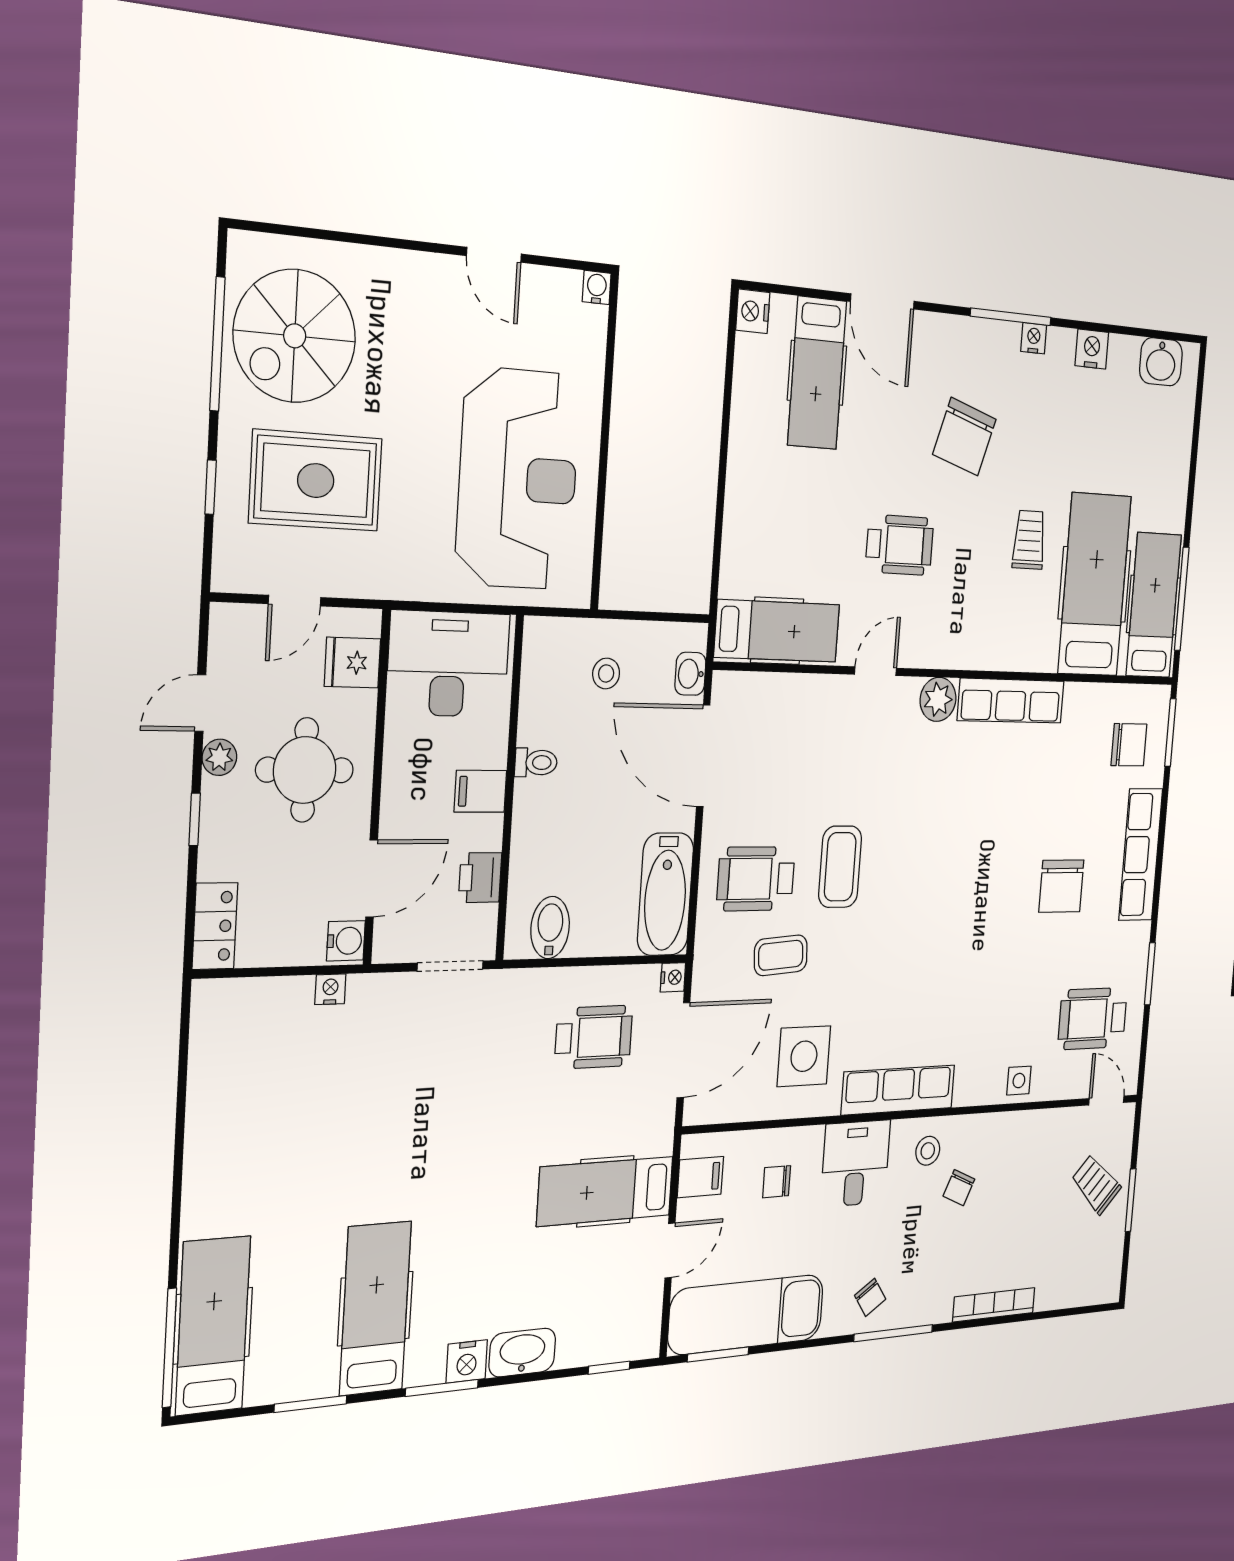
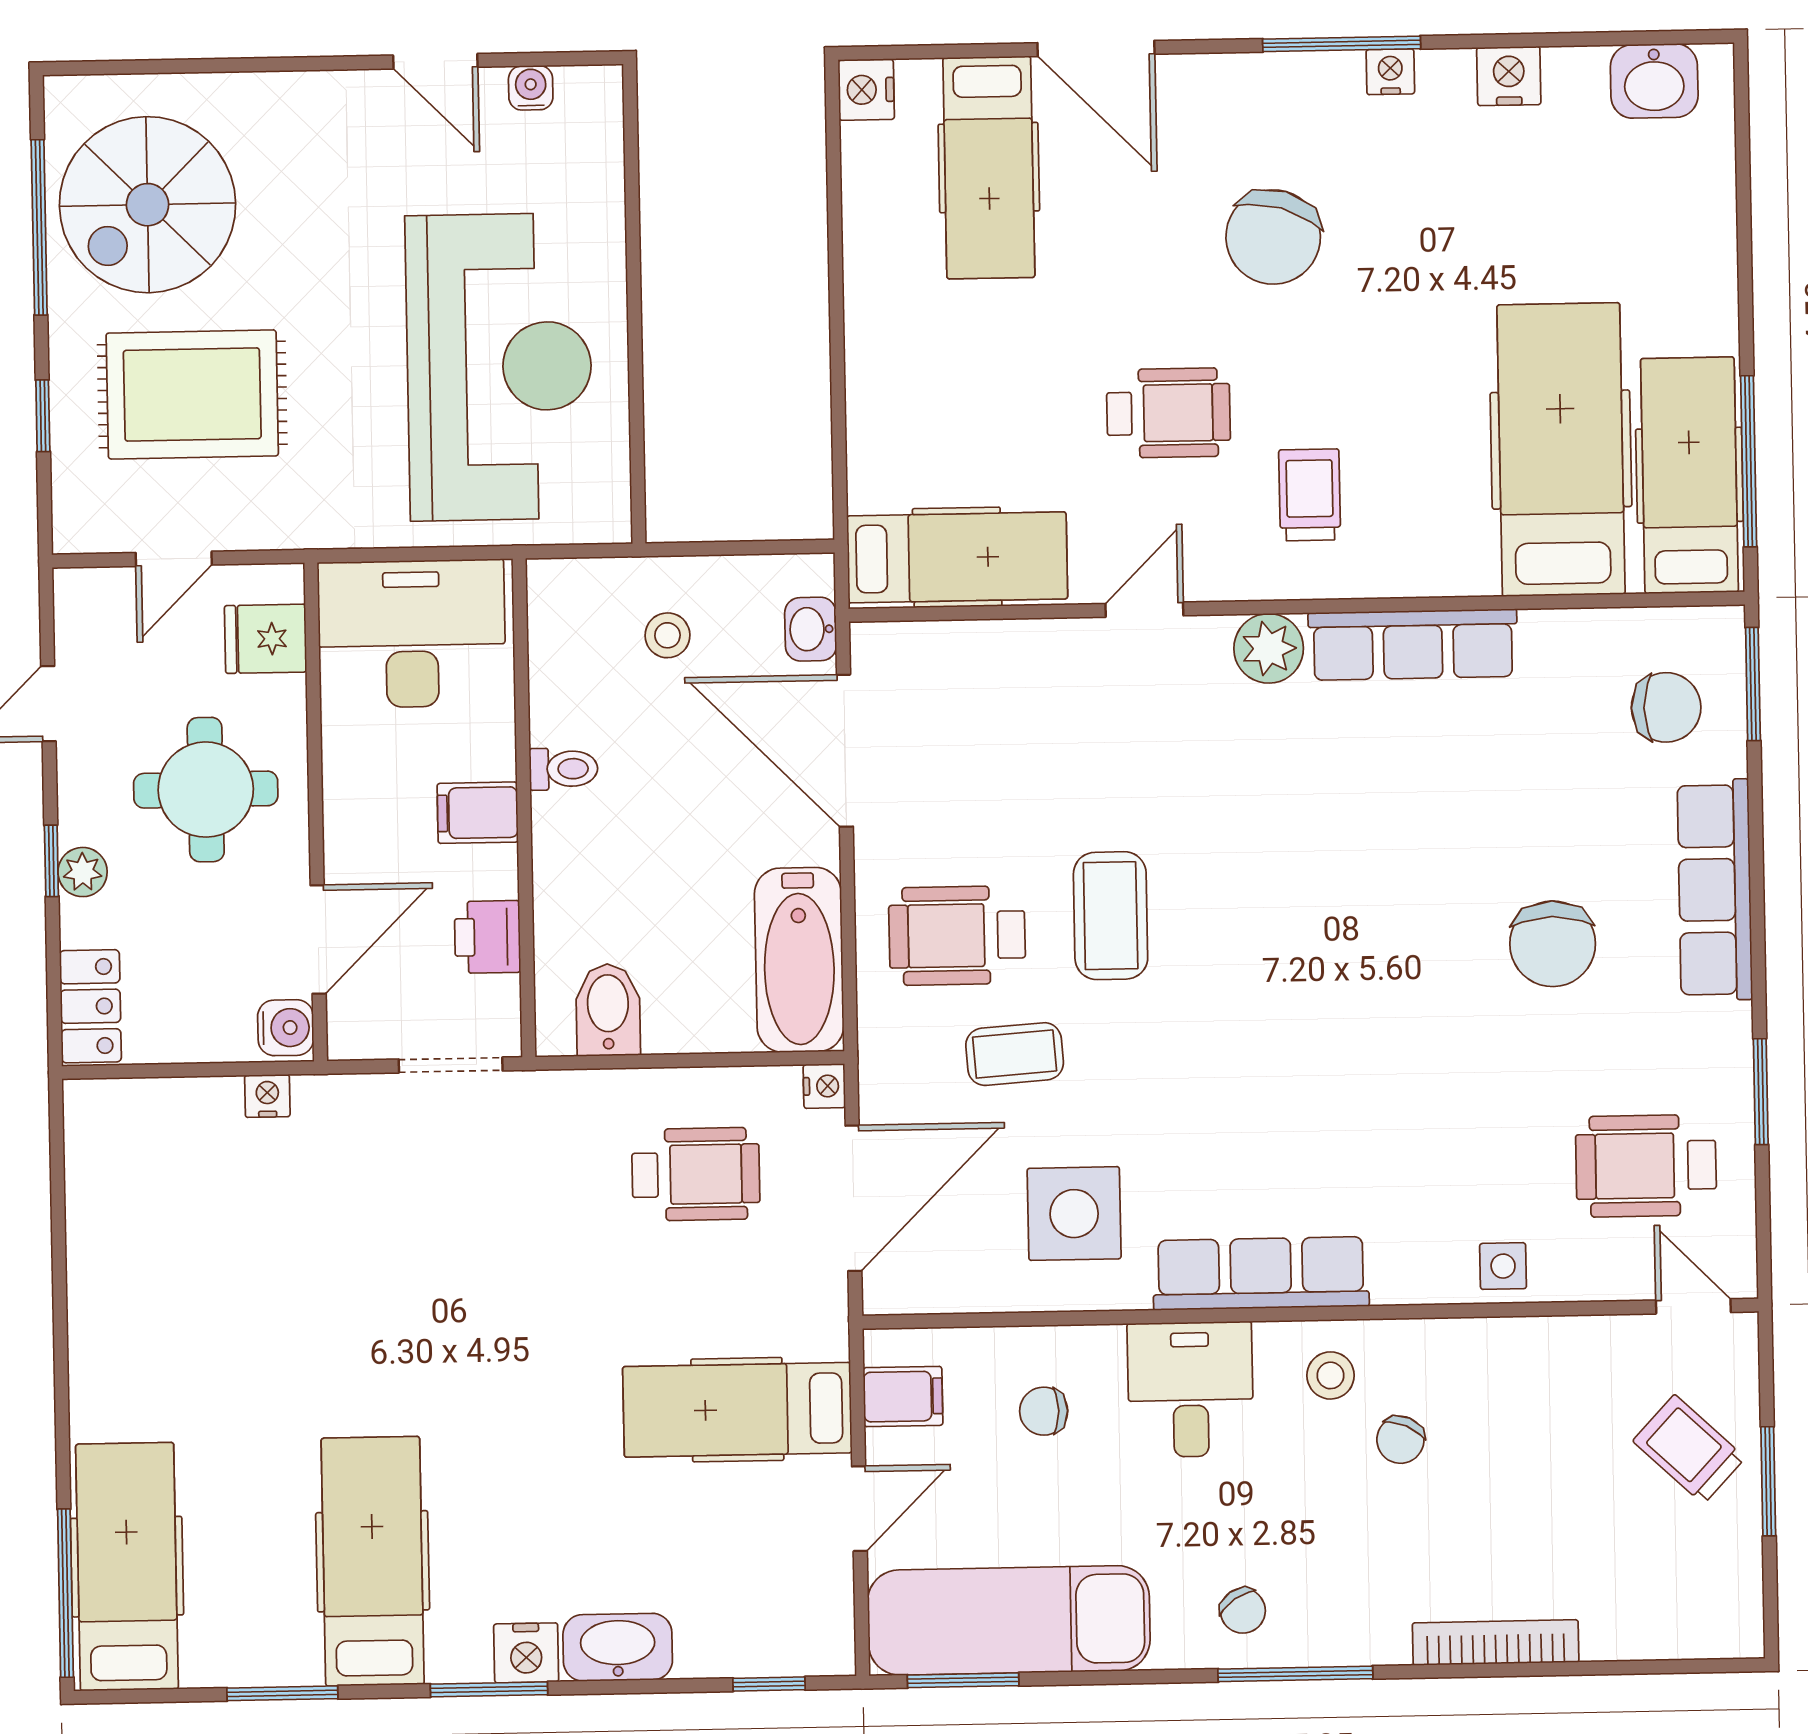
water cooler: (597, 288) -> (531, 88), moved
trolley: (1029, 540) -> (1310, 495), moved
plant: (219, 757) -> (83, 872), moved

